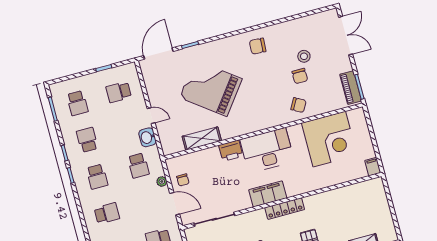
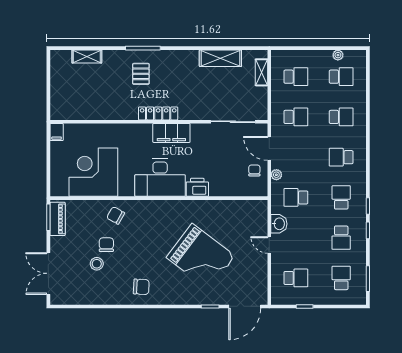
shelving: (202, 139) -> (224, 208), removed
school desk: (138, 166) -> (296, 197), turned -90

